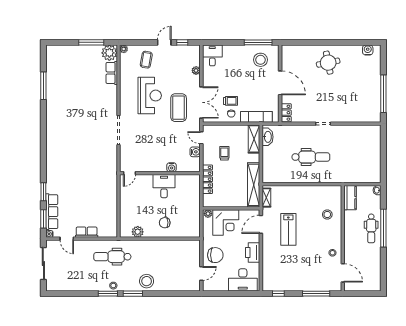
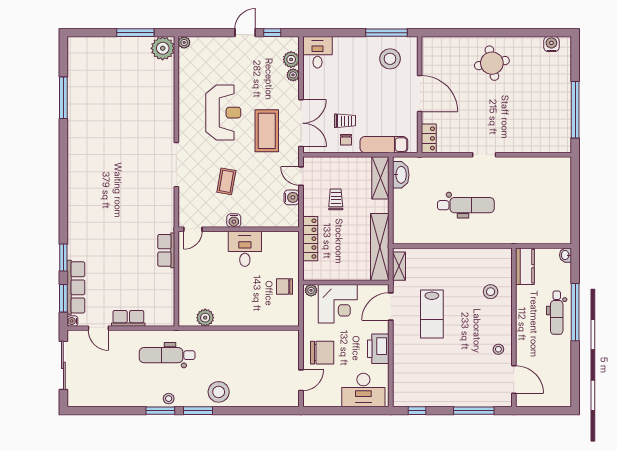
coffee table: (146, 60) -> (226, 181), moved
plant: (195, 60) -> (291, 59), added
row of seats: (112, 73) -> (166, 250), moved
water cooler: (172, 167) -> (234, 221), moved
chair: (165, 223) -> (285, 286), moved

